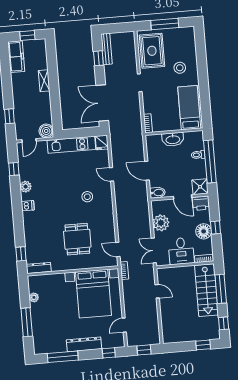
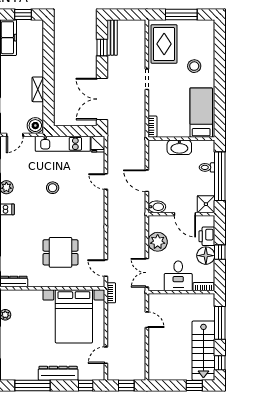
shelving: (44, 81) -> (38, 89), moved
stool: (87, 197) -> (53, 188), moved
printer: (201, 203) -> (207, 236), moved, turned 90
dining table: (77, 239) -> (61, 252), turned 90
stairs: (207, 290) -> (203, 351), moved

